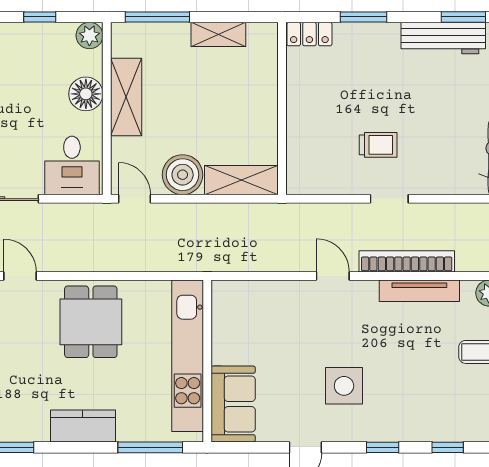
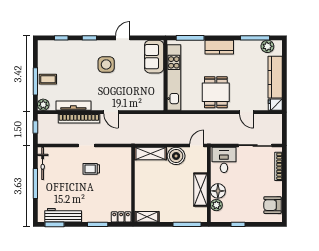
shelving: (218, 34) -> (147, 217), moved
plant: (89, 35) -> (216, 205), moved
door: (135, 199) -> (197, 146), swing flipped

